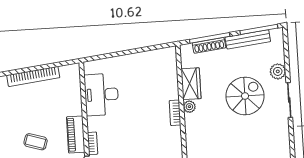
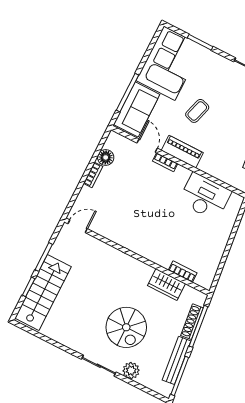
plant: (189, 107) -> (146, 271), removed
bookcase: (175, 113) -> (183, 272), moved

